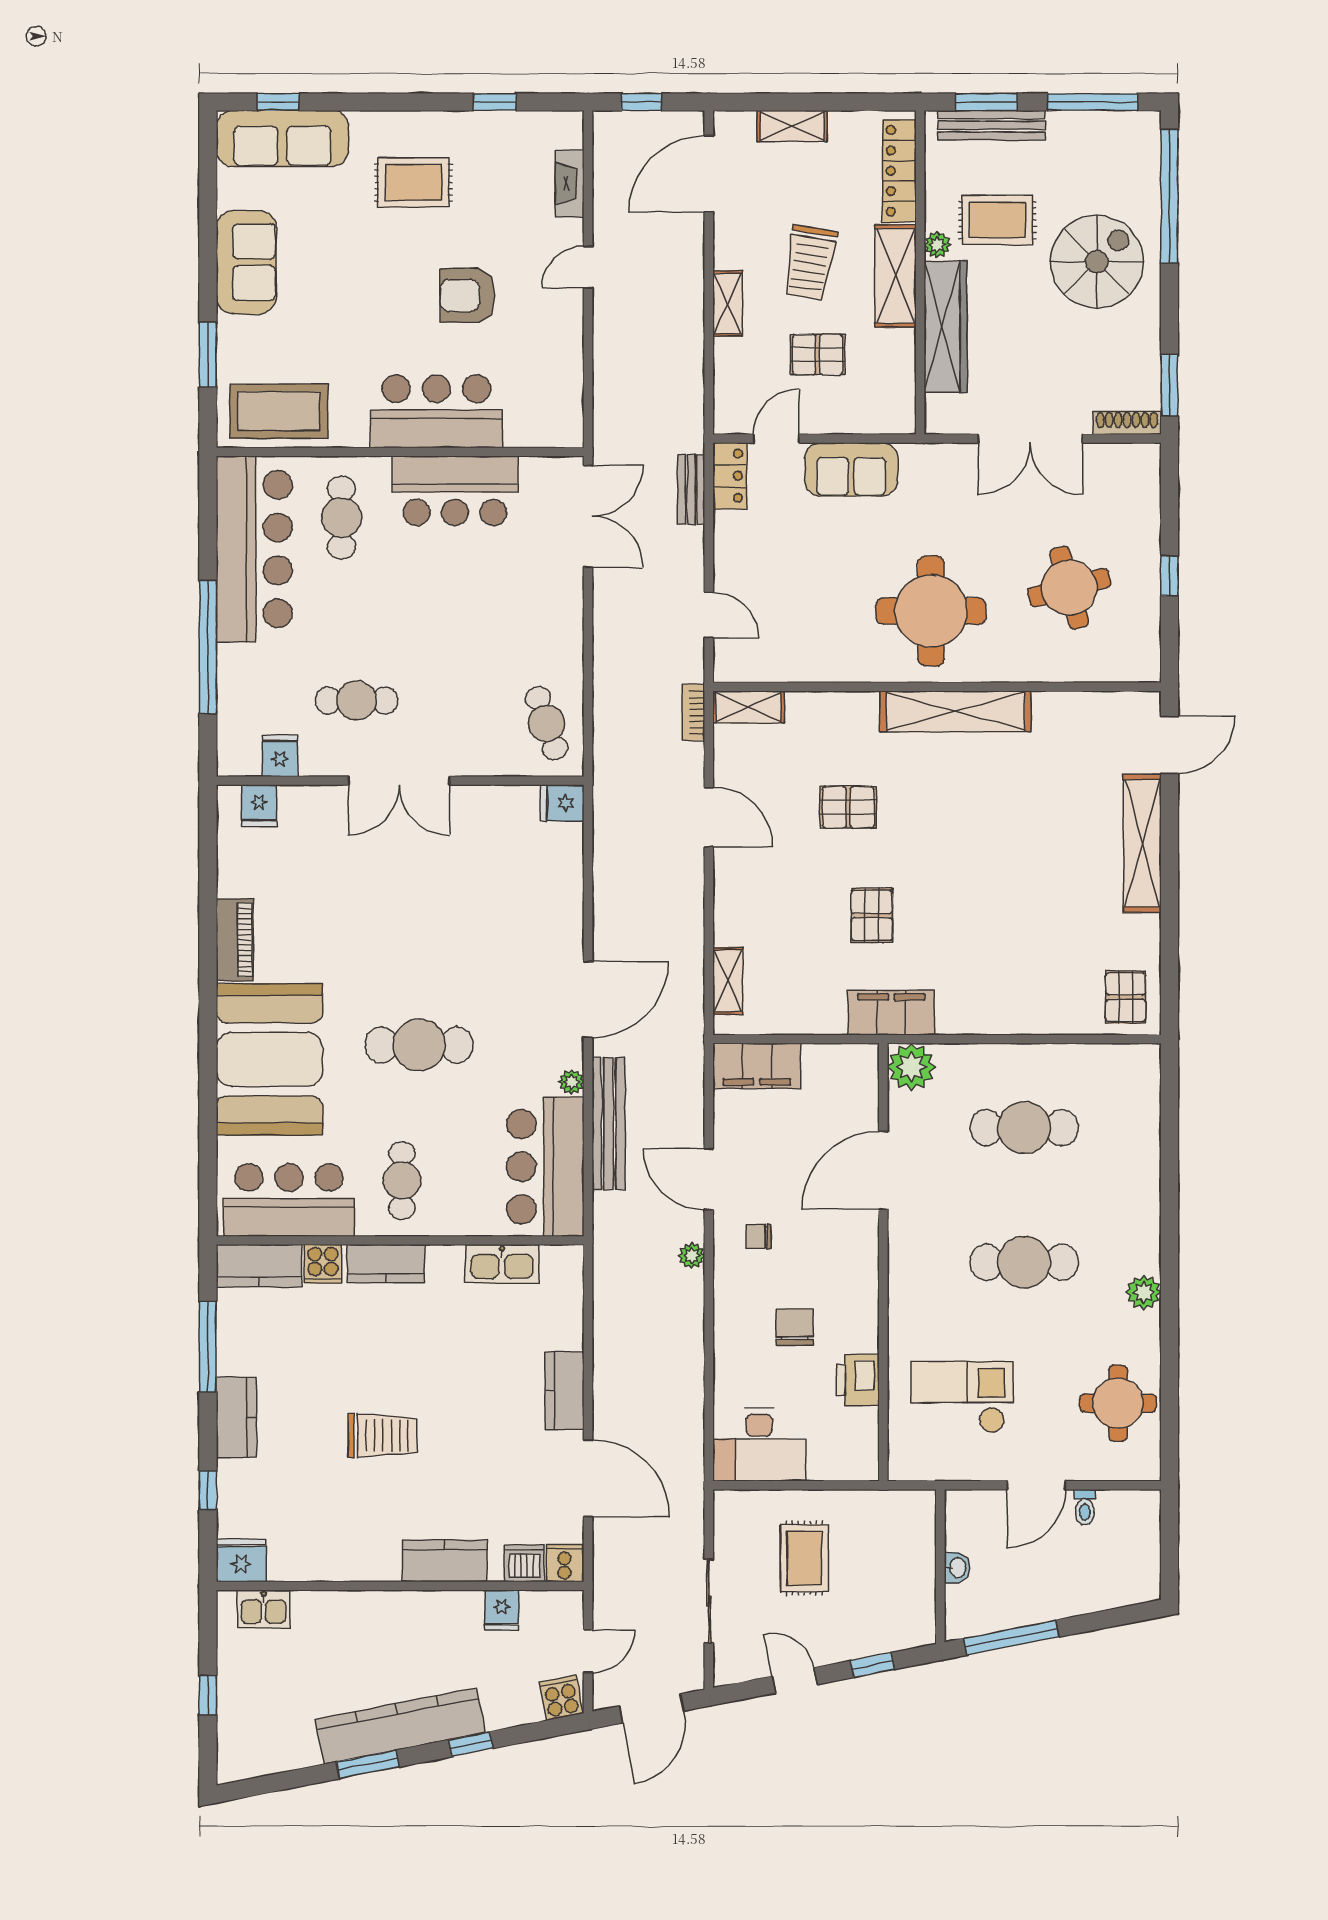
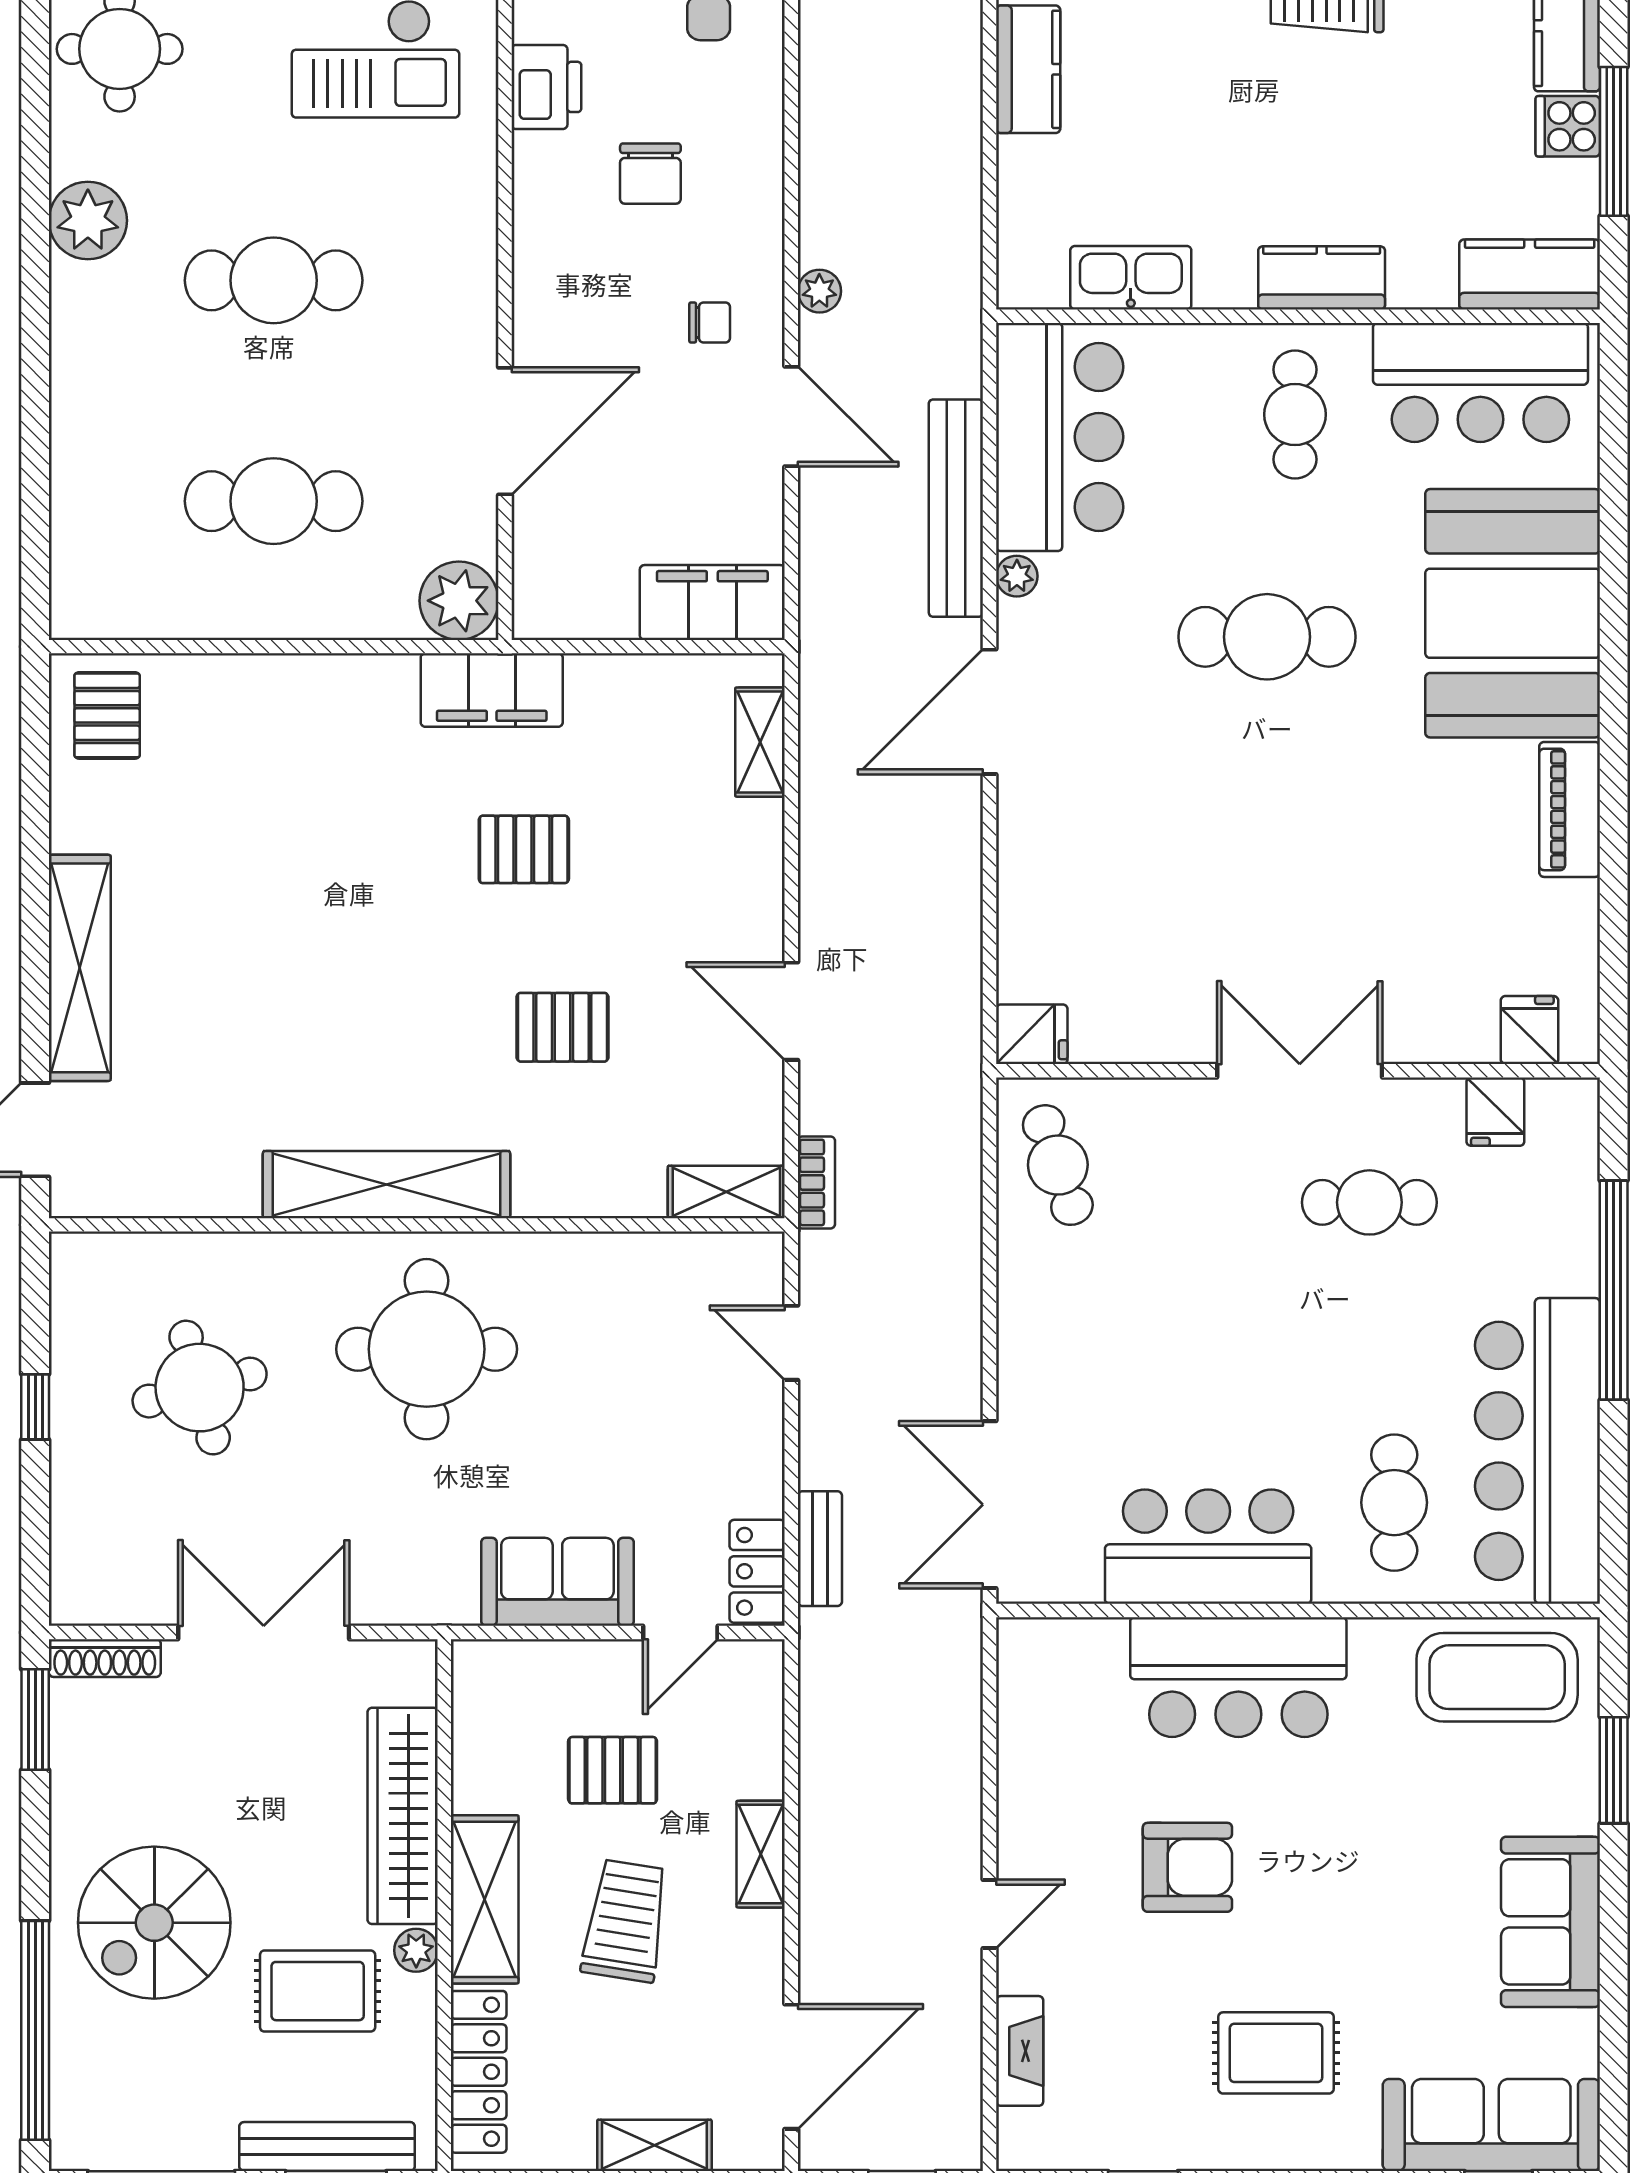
pallet: (872, 915) -> (524, 849), turned 90
cooker: (323, 1264) -> (1568, 126), moved, turned -90
plant: (1144, 1292) -> (88, 220), width x1.36, depth x1.36

